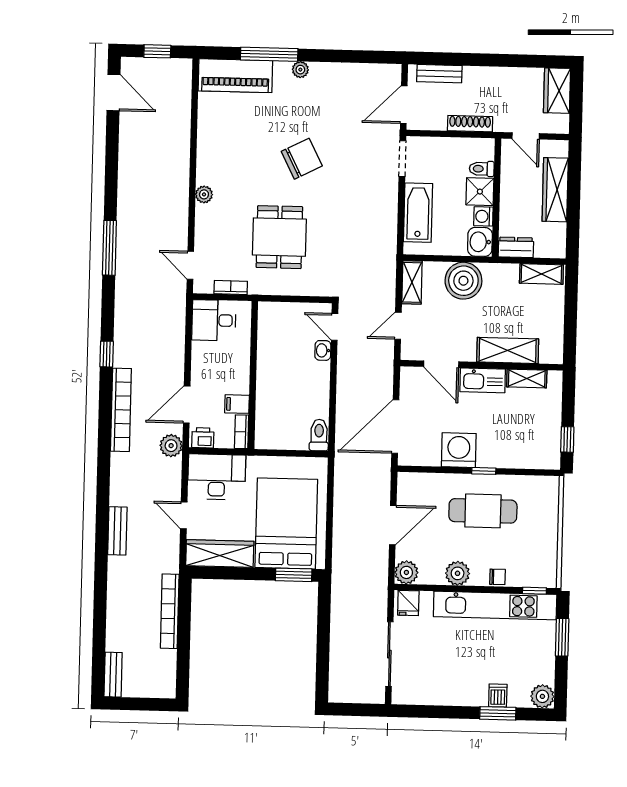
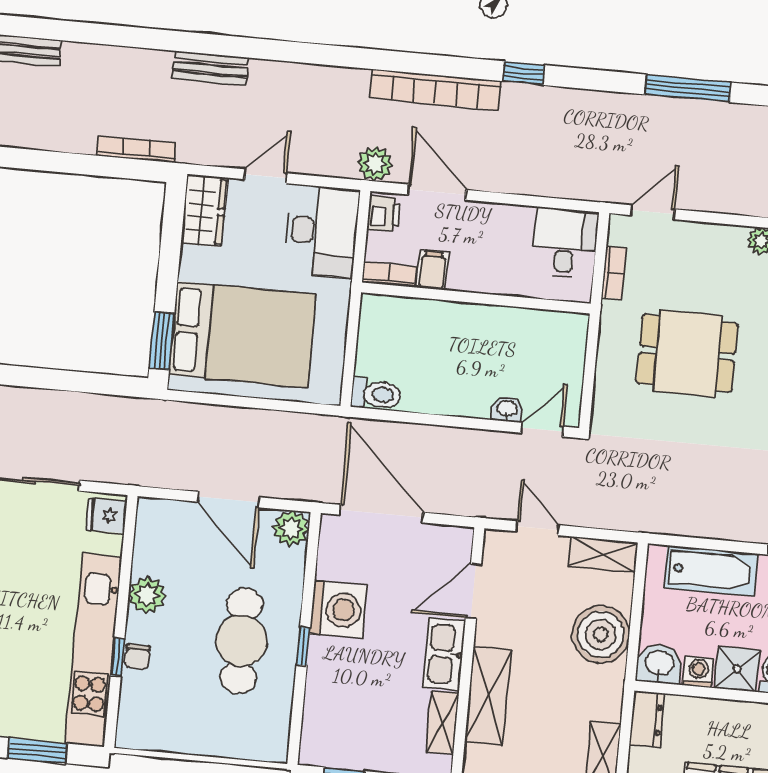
bench: (117, 531) -> (210, 68), moved
wardrobe: (220, 553) -> (204, 211), width x0.67
plant: (406, 572) -> (291, 529), moved
window: (534, 591) -> (118, 657), moved
bookcase: (170, 611) -> (137, 149), width x0.68, depth x0.76

